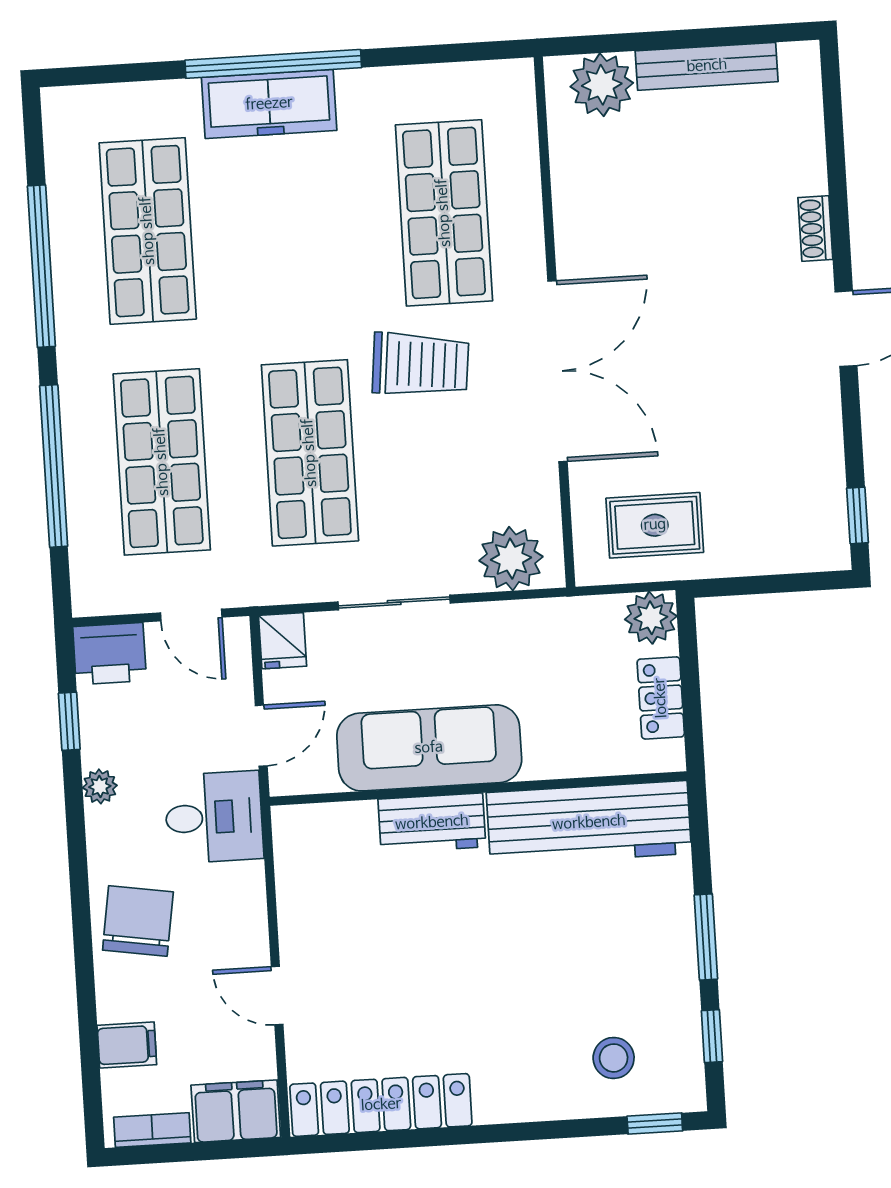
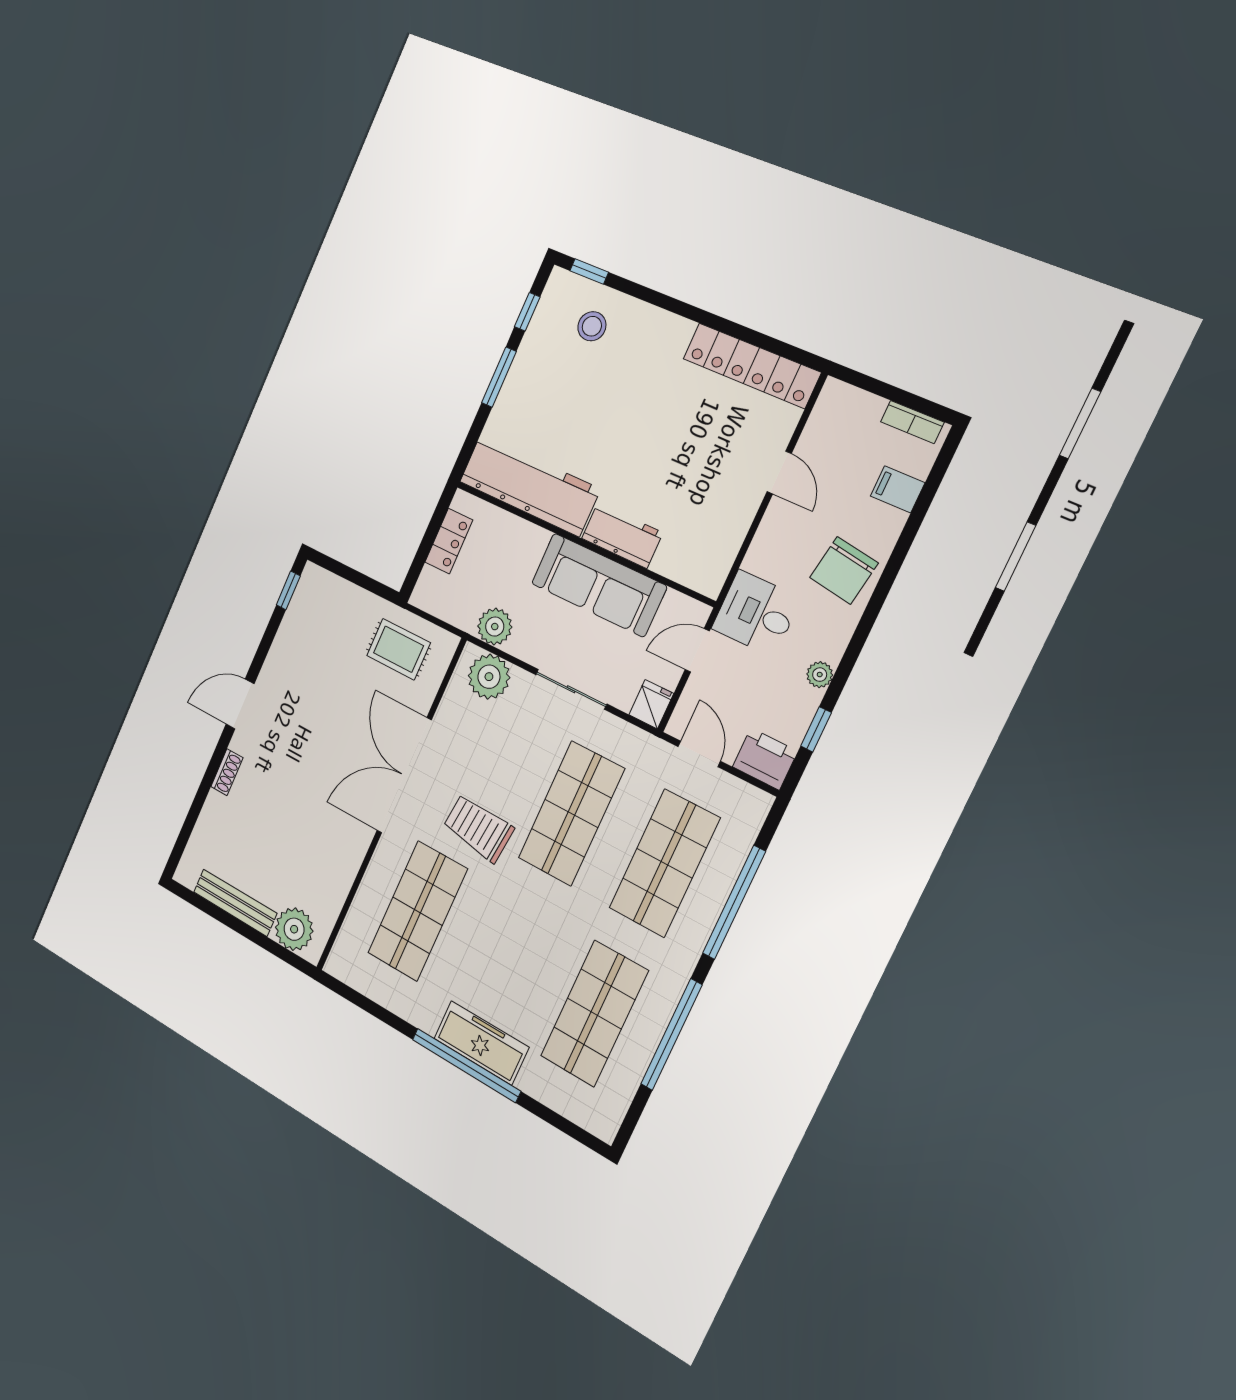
plant: (651, 618) -> (495, 627), moved
filing cabinet: (236, 1111) -> (849, 407), removed

